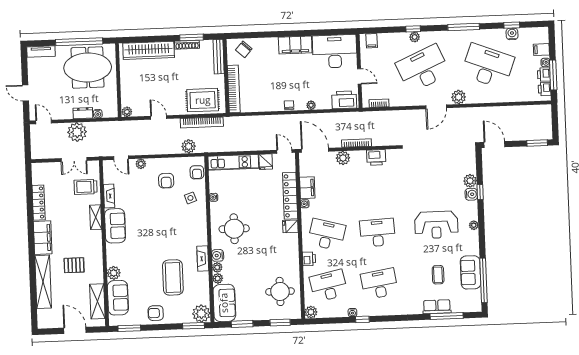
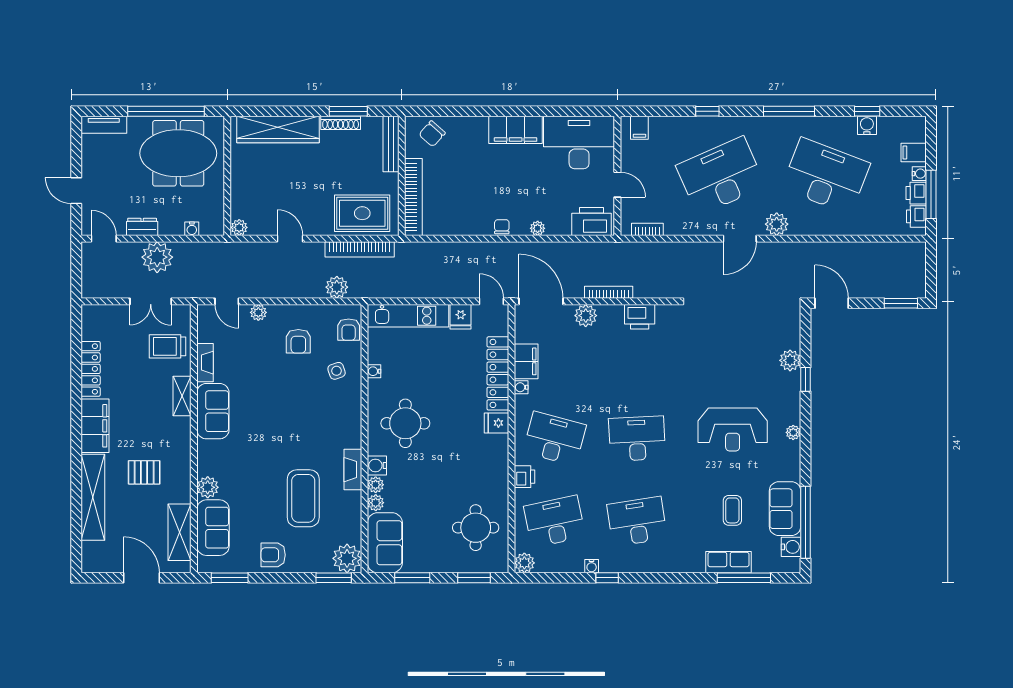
plant: (415, 37) -> (709, 124), removed
dresser: (83, 113) -> (142, 227), moved
water cooler: (471, 194) -> (791, 547), moved

